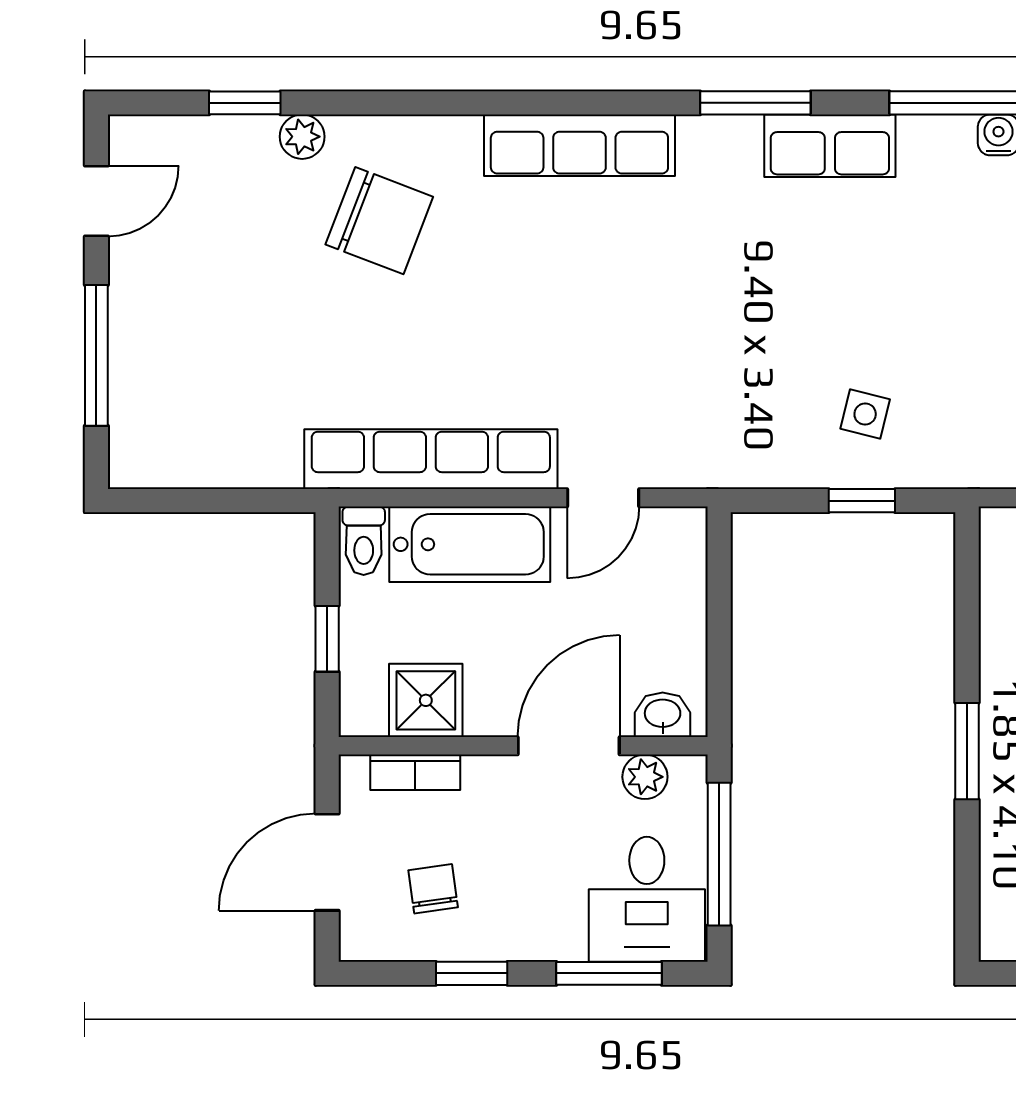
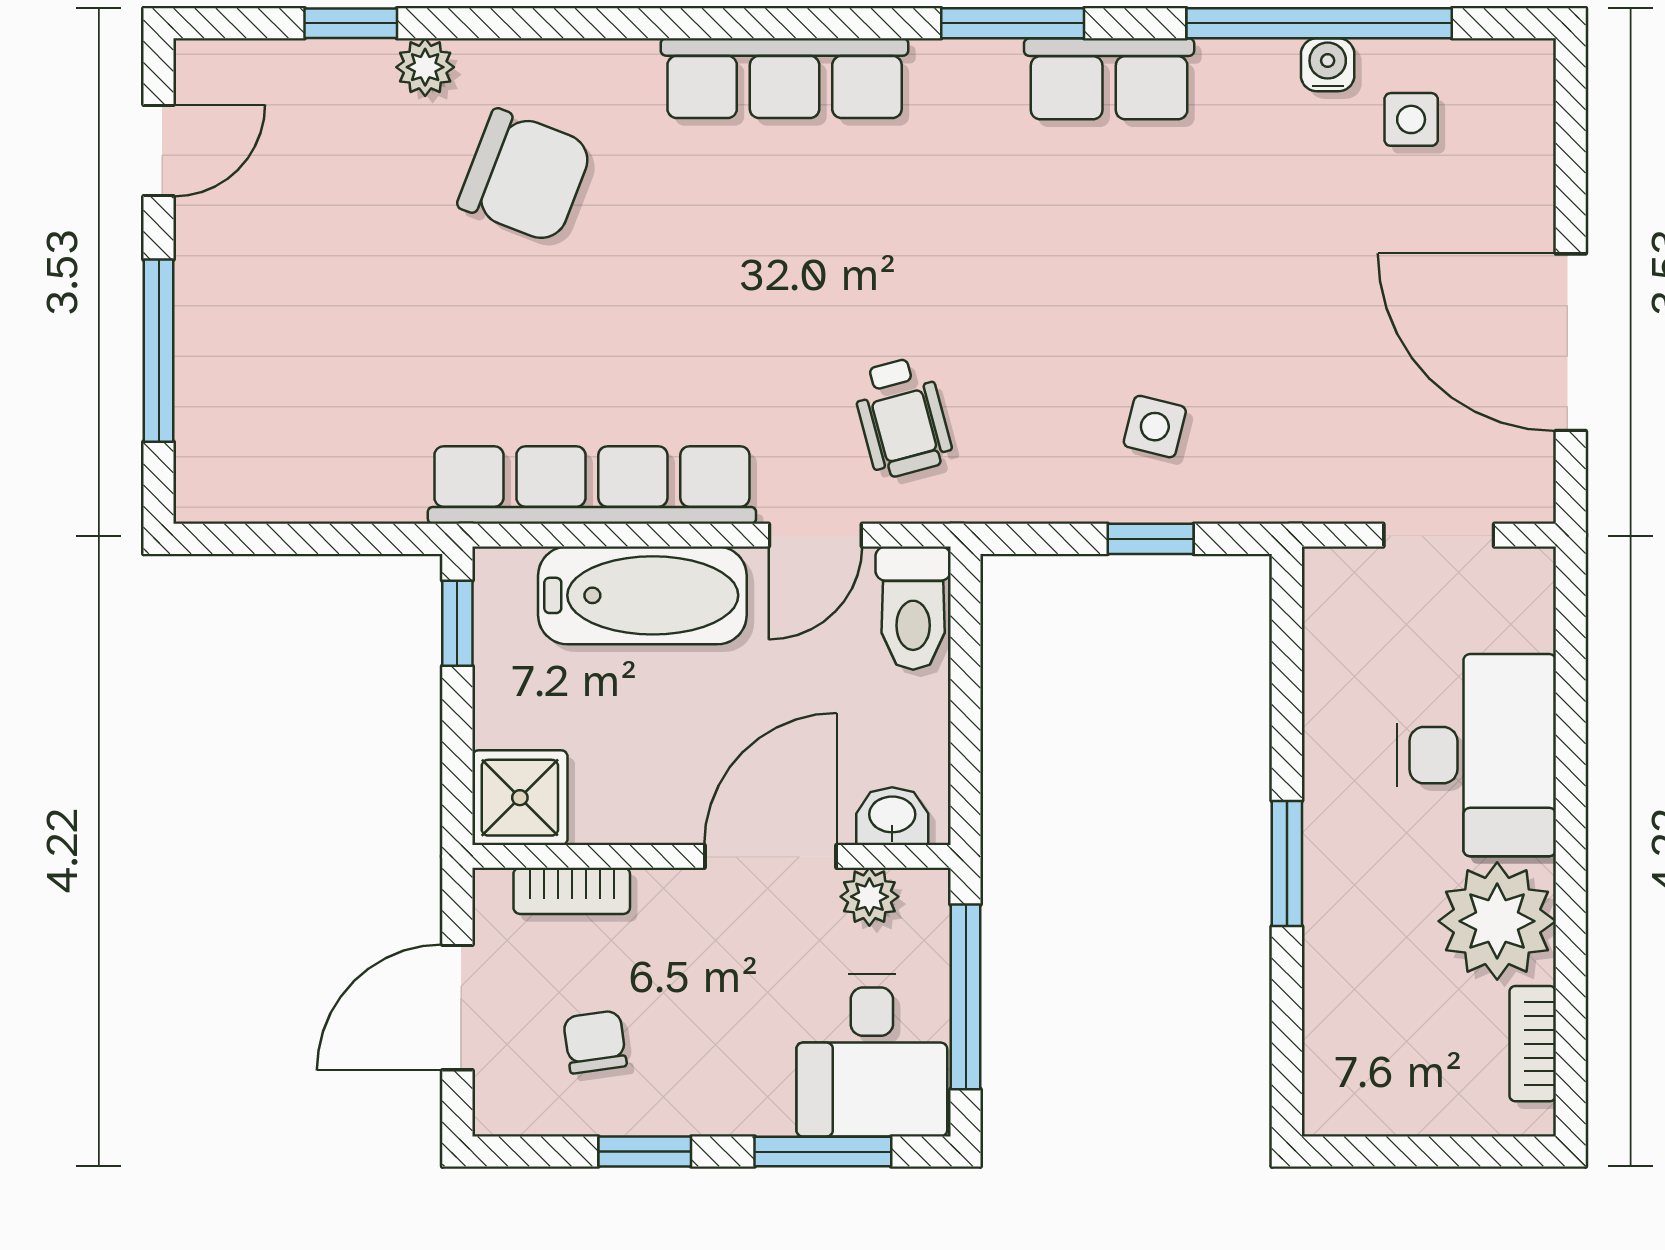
wheelchair: (670, 407) -> (902, 417), added
toilet: (364, 541) -> (913, 608), moved, width x1.37, depth x1.39
window: (327, 639) -> (457, 623), moved
shower: (426, 700) -> (520, 798), moved

